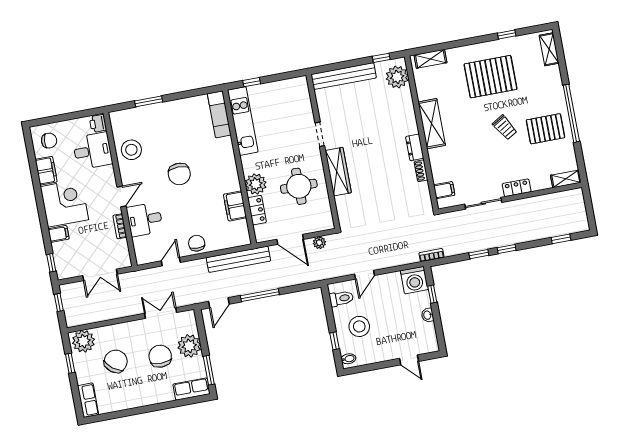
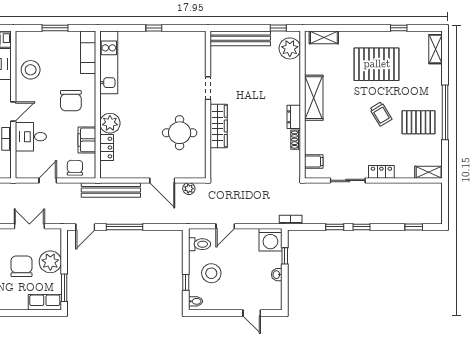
exam couch: (219, 114) -> (88, 52), moved
kitchen unit: (243, 121) -> (109, 62), moved
wall: (239, 167) -> (98, 105), moved
plant: (256, 184) -> (110, 123), moved
filing cabinet: (235, 206) -> (87, 140), moved
locker: (257, 210) -> (107, 148), moved

